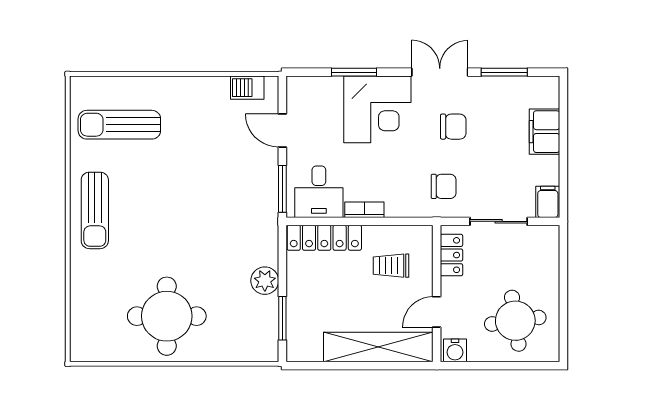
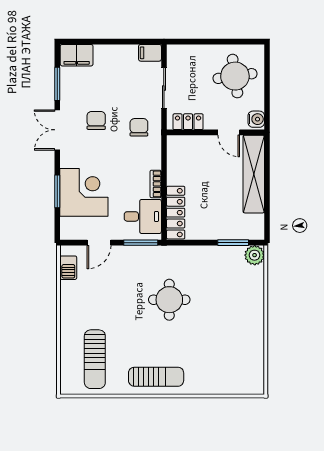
corner desk: (377, 109) -> (84, 192), moved
filing cabinet: (544, 132) -> (77, 55), moved
trolley: (391, 266) -> (196, 165), removed
plant: (265, 281) -> (255, 255), moved
round table: (167, 316) -> (169, 300), moved, width x0.73, depth x0.73

